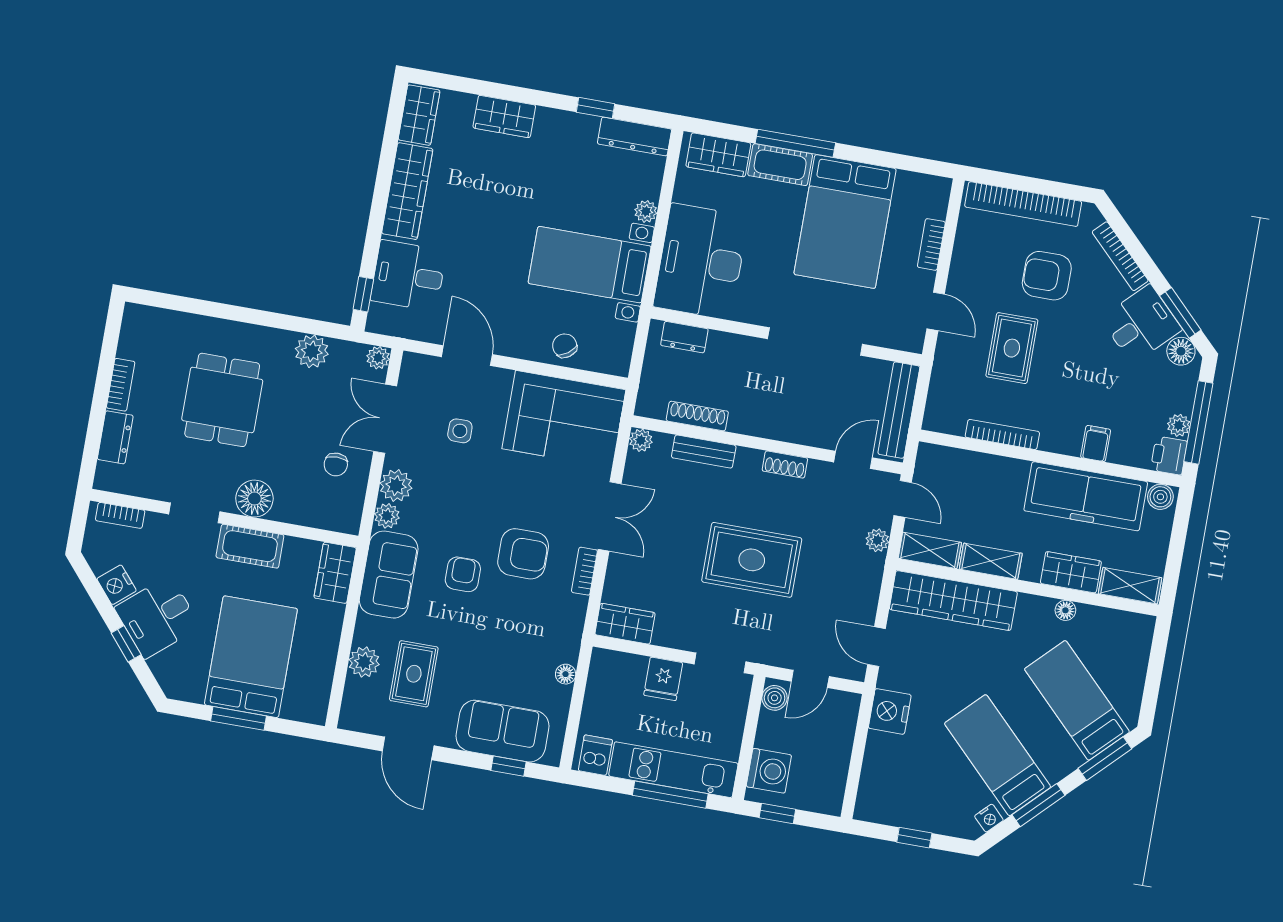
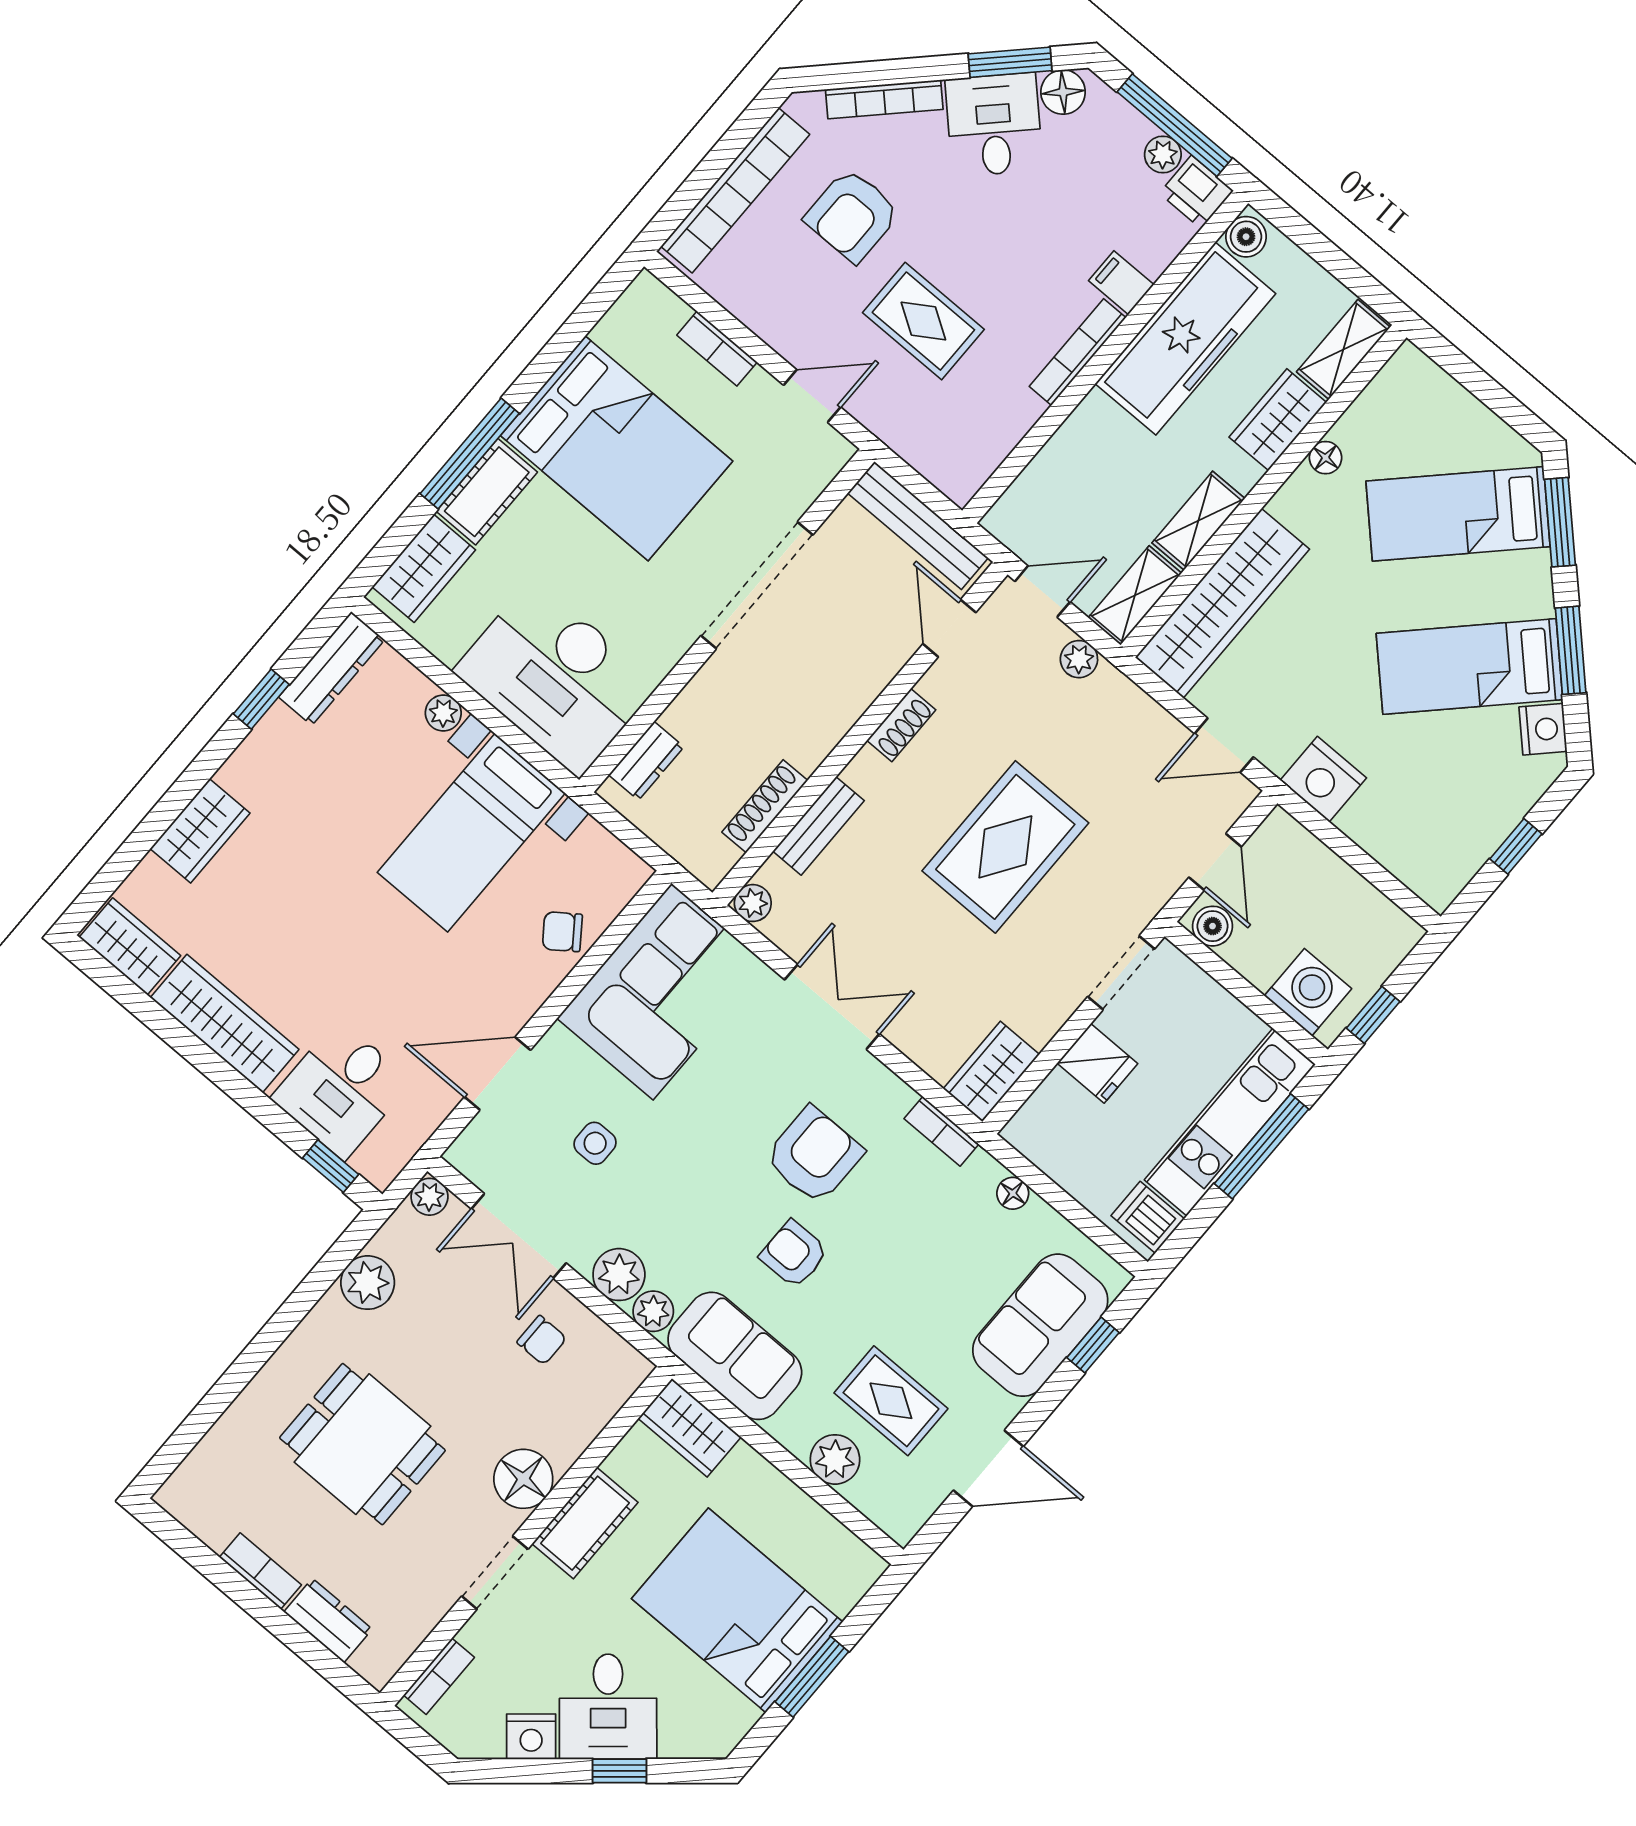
bookcase: (1002, 434) -> (1078, 352), moved
bookcase: (584, 571) -> (941, 1131), moved
nightstand: (989, 818) -> (1543, 729), width x1.39, depth x1.35

